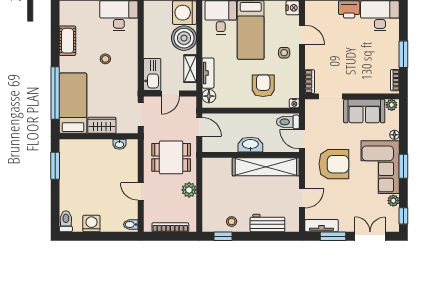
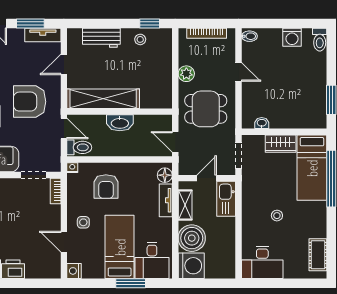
cot: (68, 41) -> (318, 255), moved

